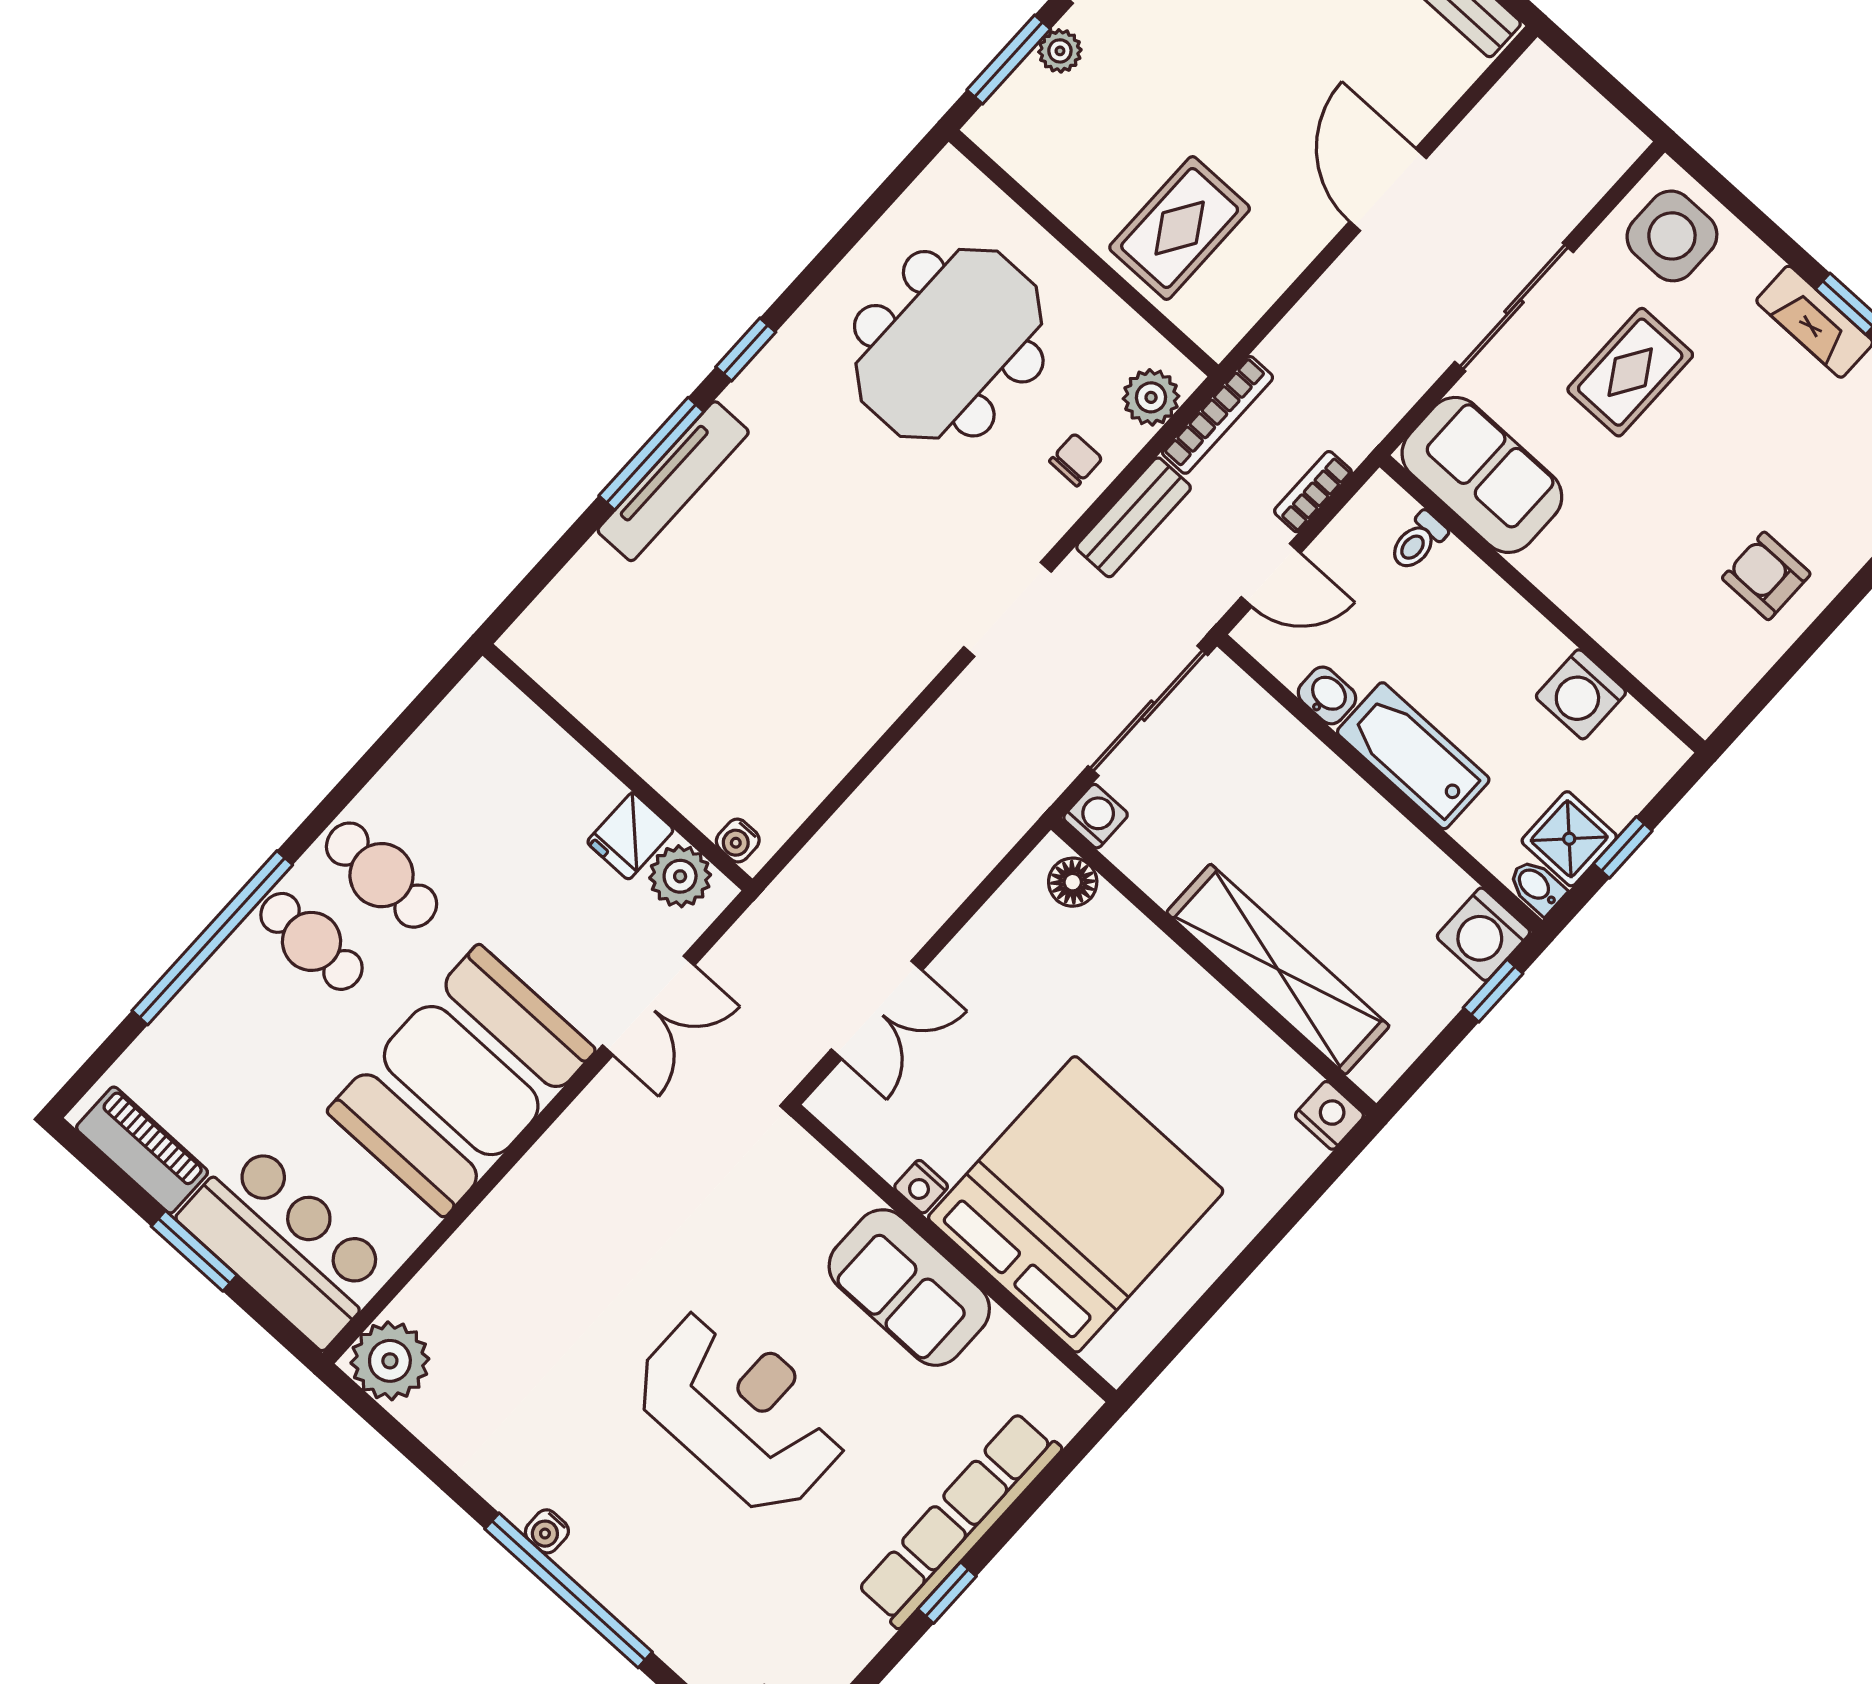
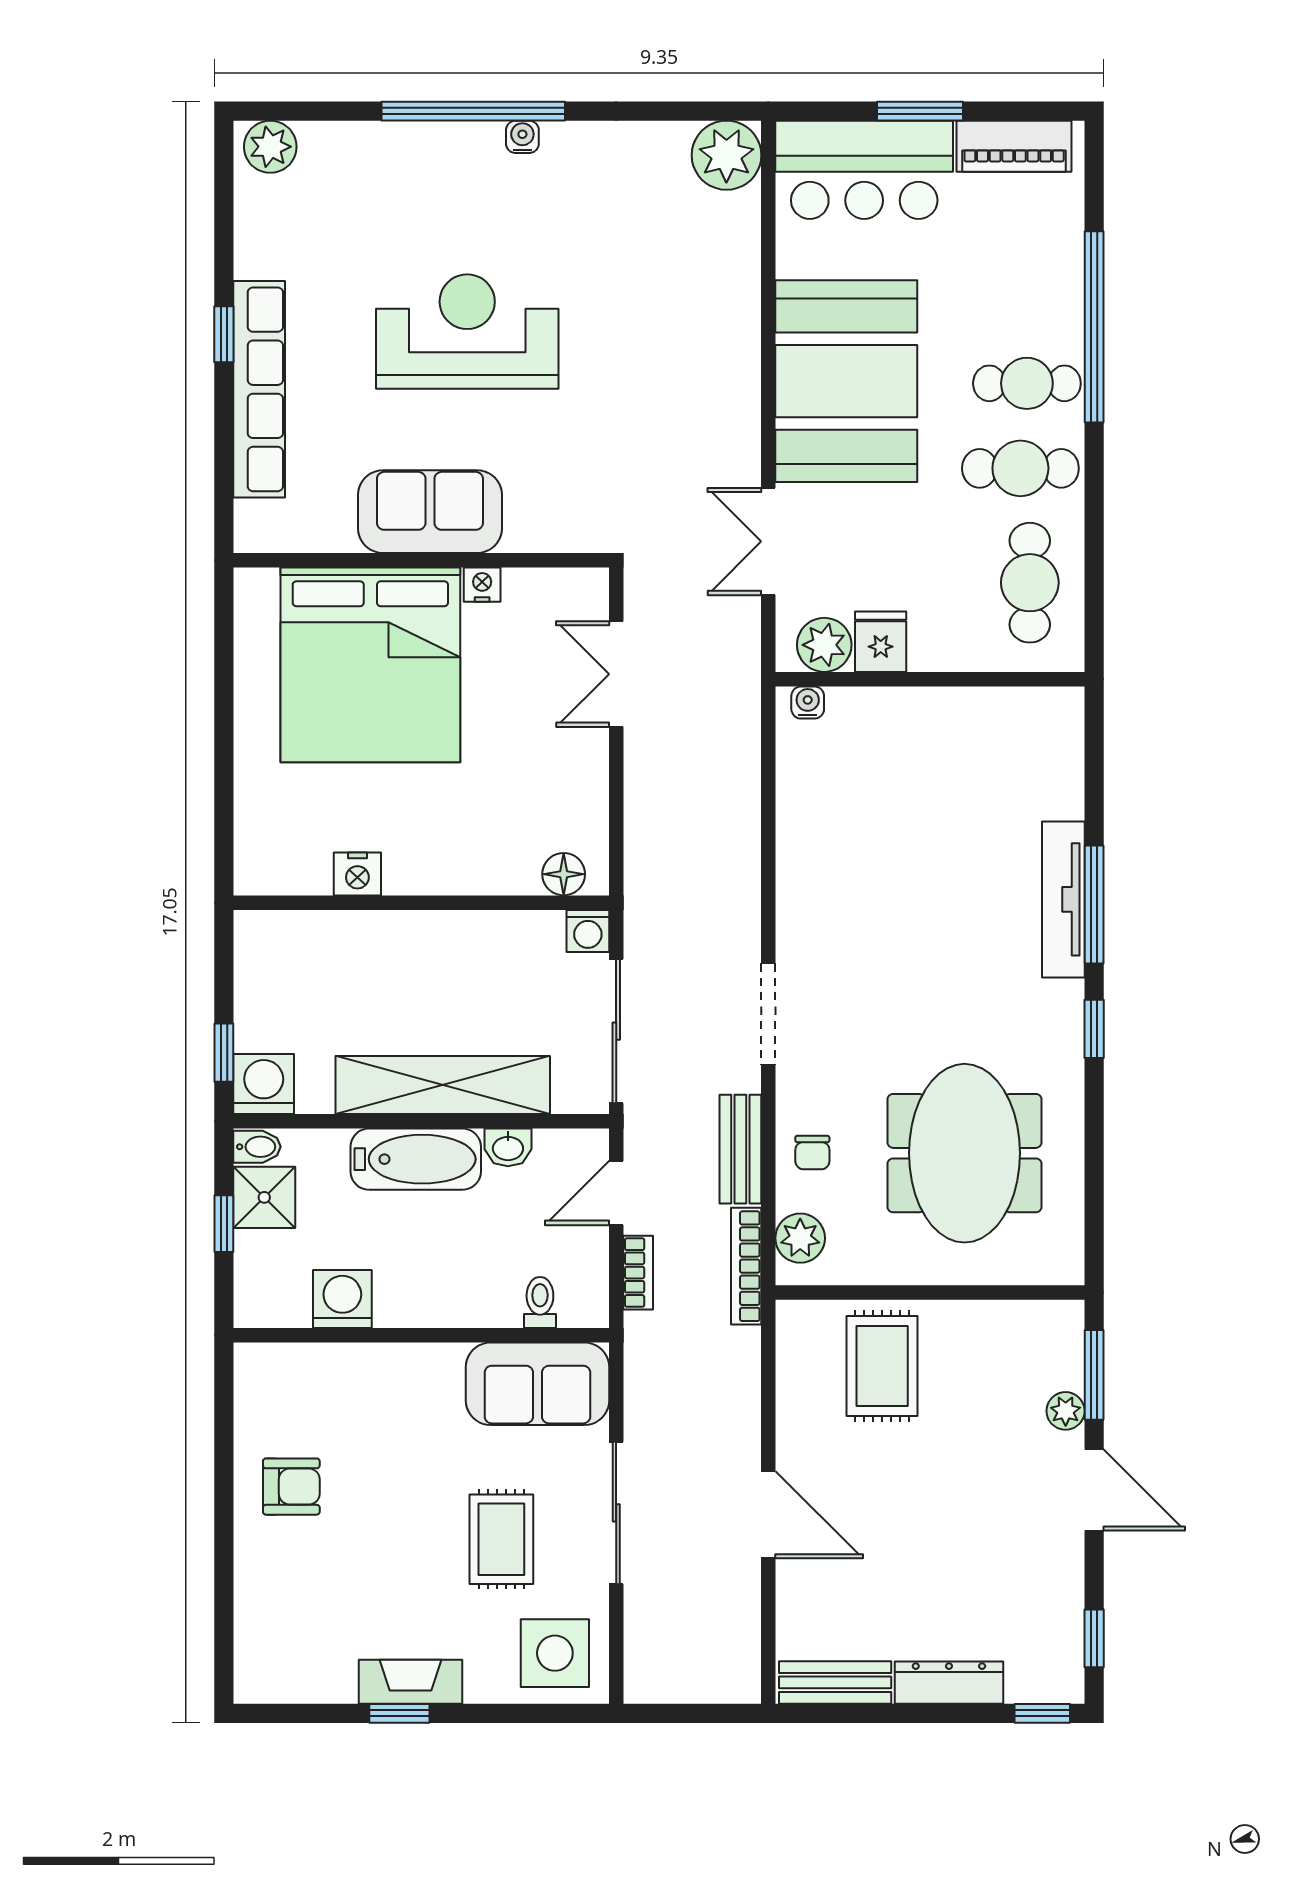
cafe table: (461, 772) -> (1030, 583), added
shelving: (1278, 969) -> (443, 1085), moved
nightstand: (1329, 1115) -> (357, 874), moved
reception desk: (741, 1410) -> (467, 332), turned 180

